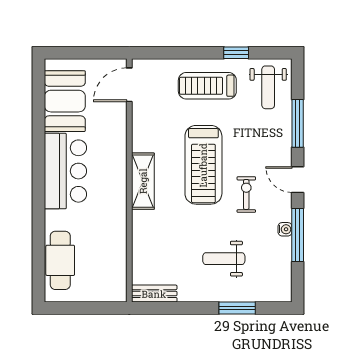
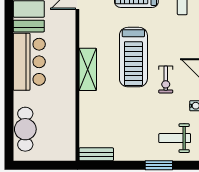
exercise bike: (246, 195) -> (166, 79), turned 180
weight bench: (224, 259) -> (175, 138), moved

